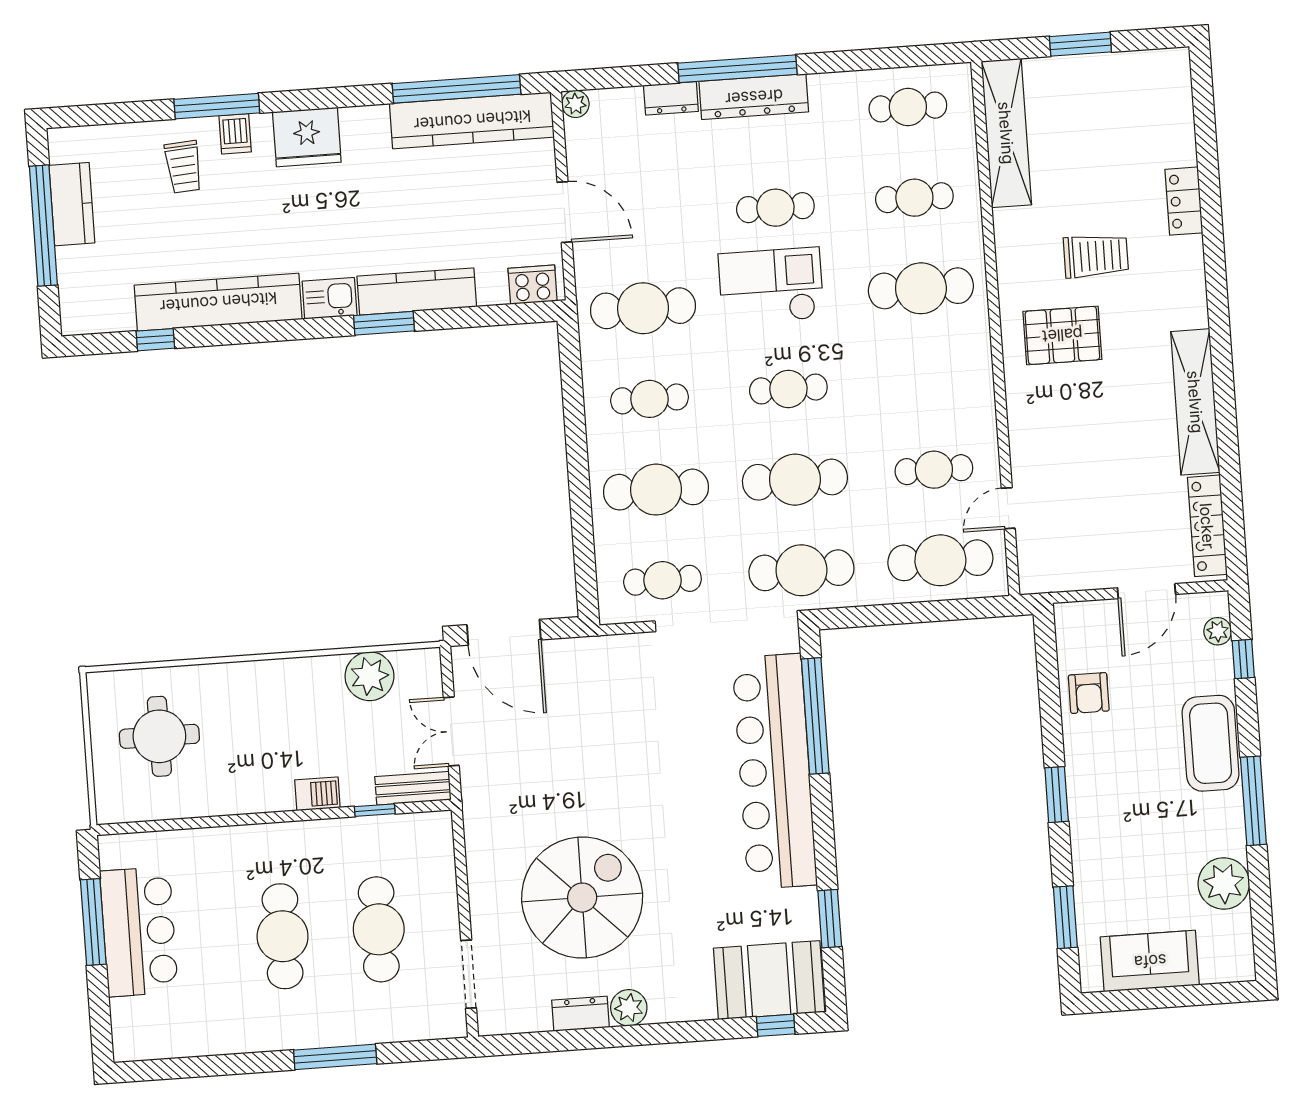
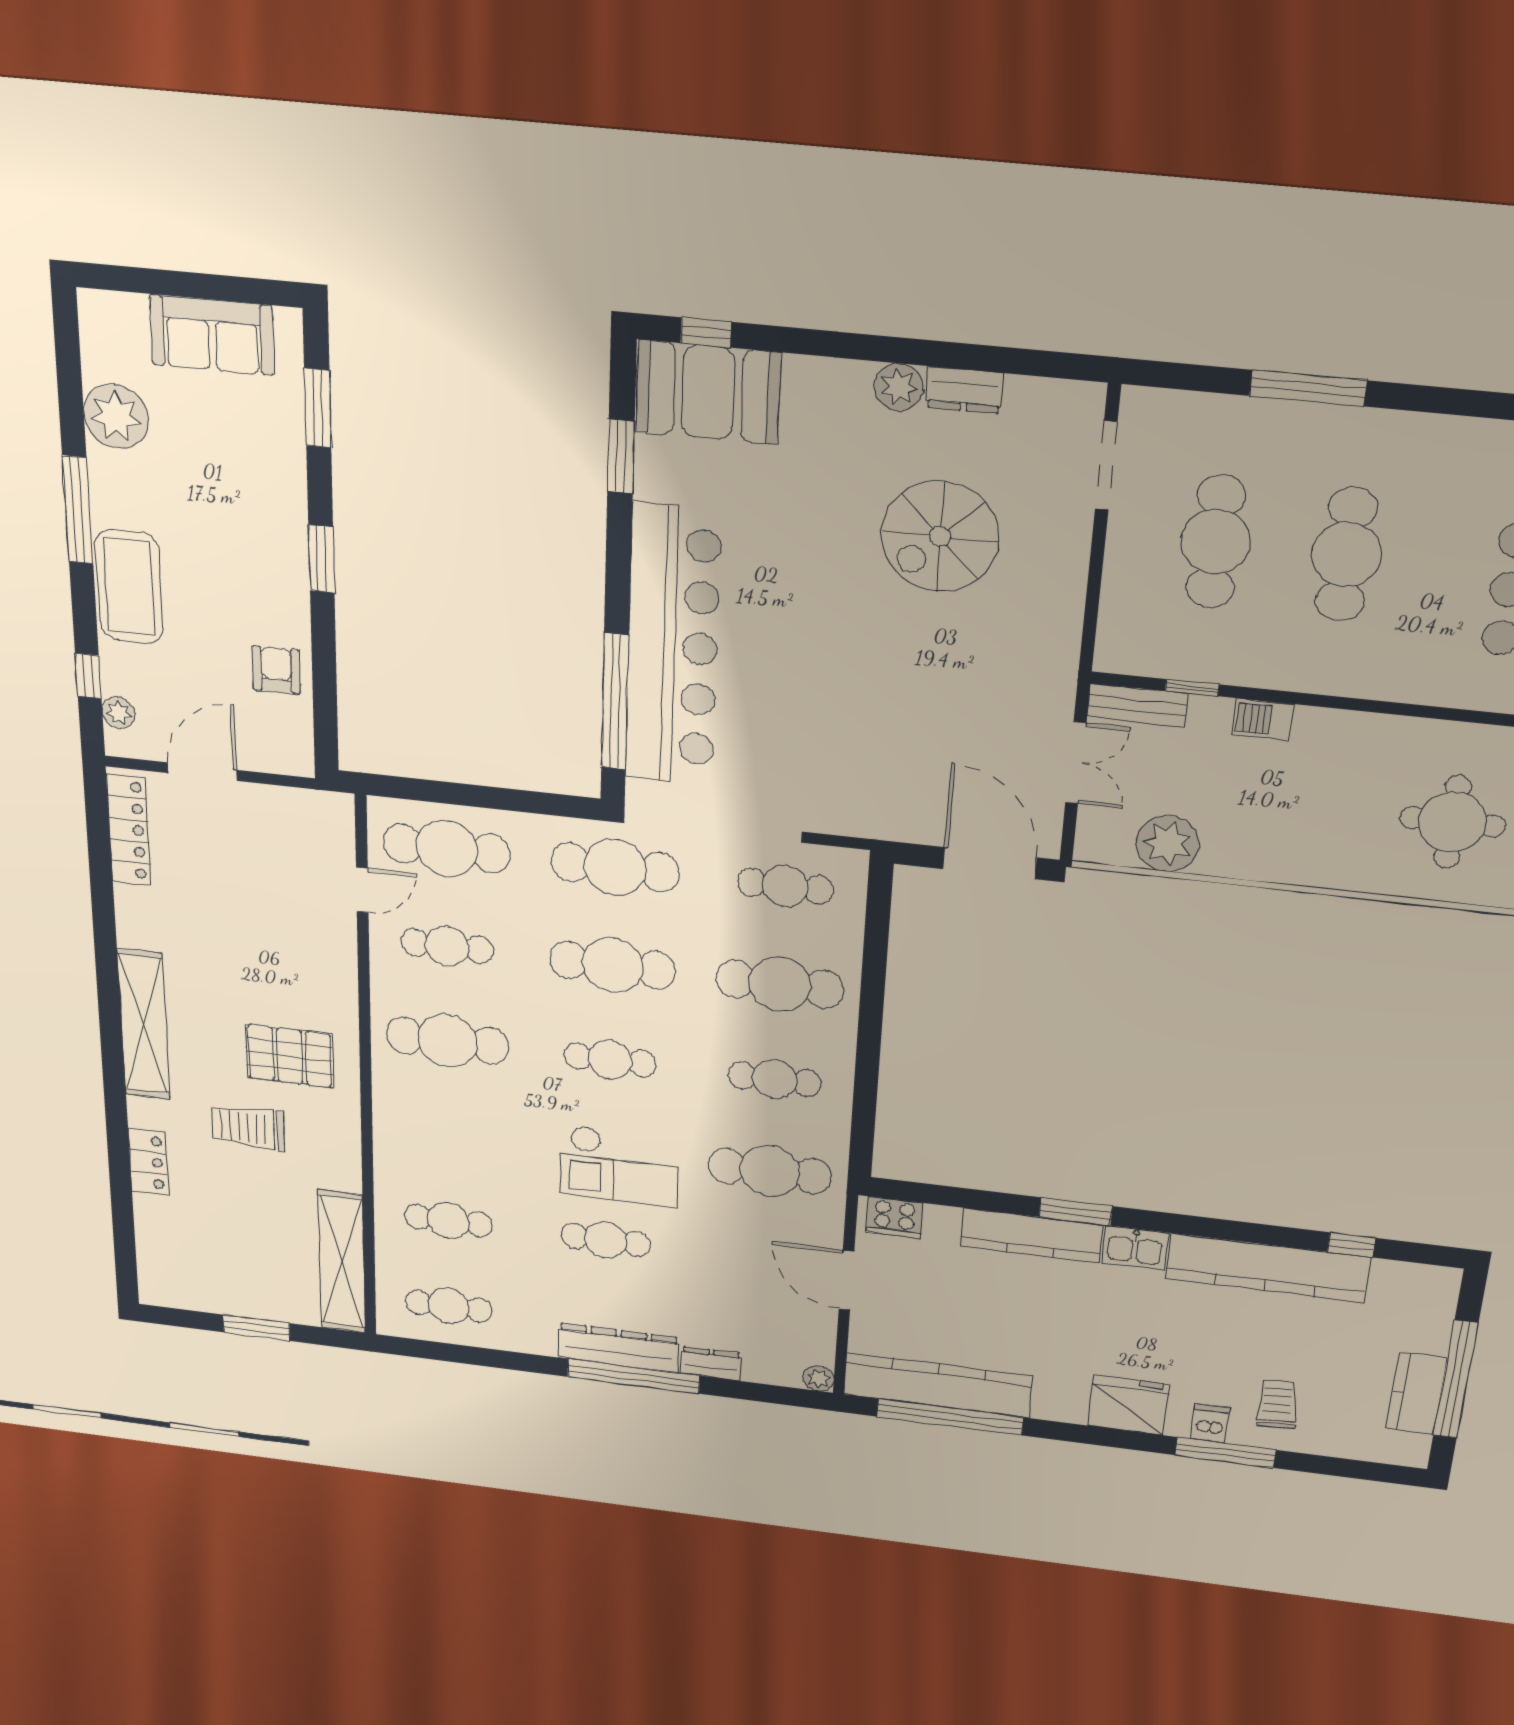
cafe table: (921, 288) -> (448, 1041), moved
shelving: (1195, 402) -> (144, 1024), moved
spiral stairs: (582, 898) -> (940, 536), width x0.73, depth x0.73

